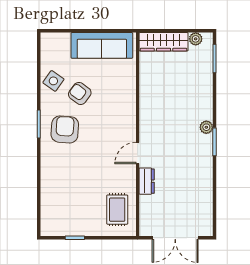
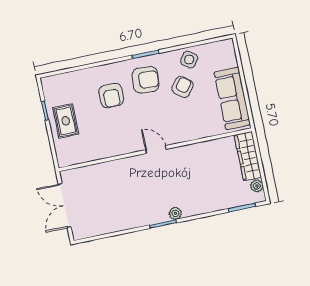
door: (138, 153) -> (156, 150), moved
armchair: (73, 167) -> (111, 95), added
dresser: (147, 181) -> (113, 167), removed
rug: (117, 210) -> (66, 121), moved, turned 90

